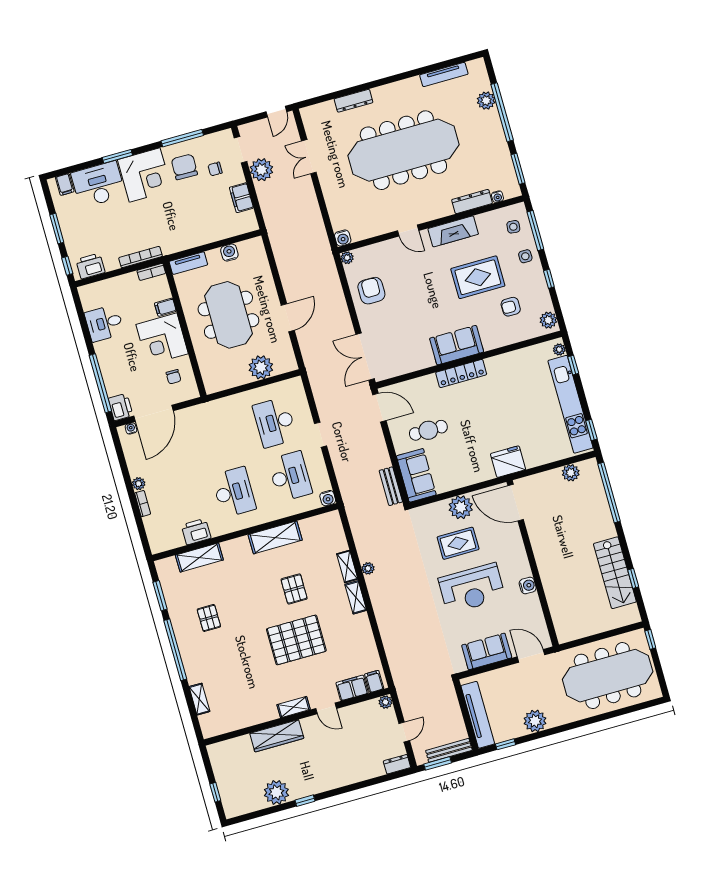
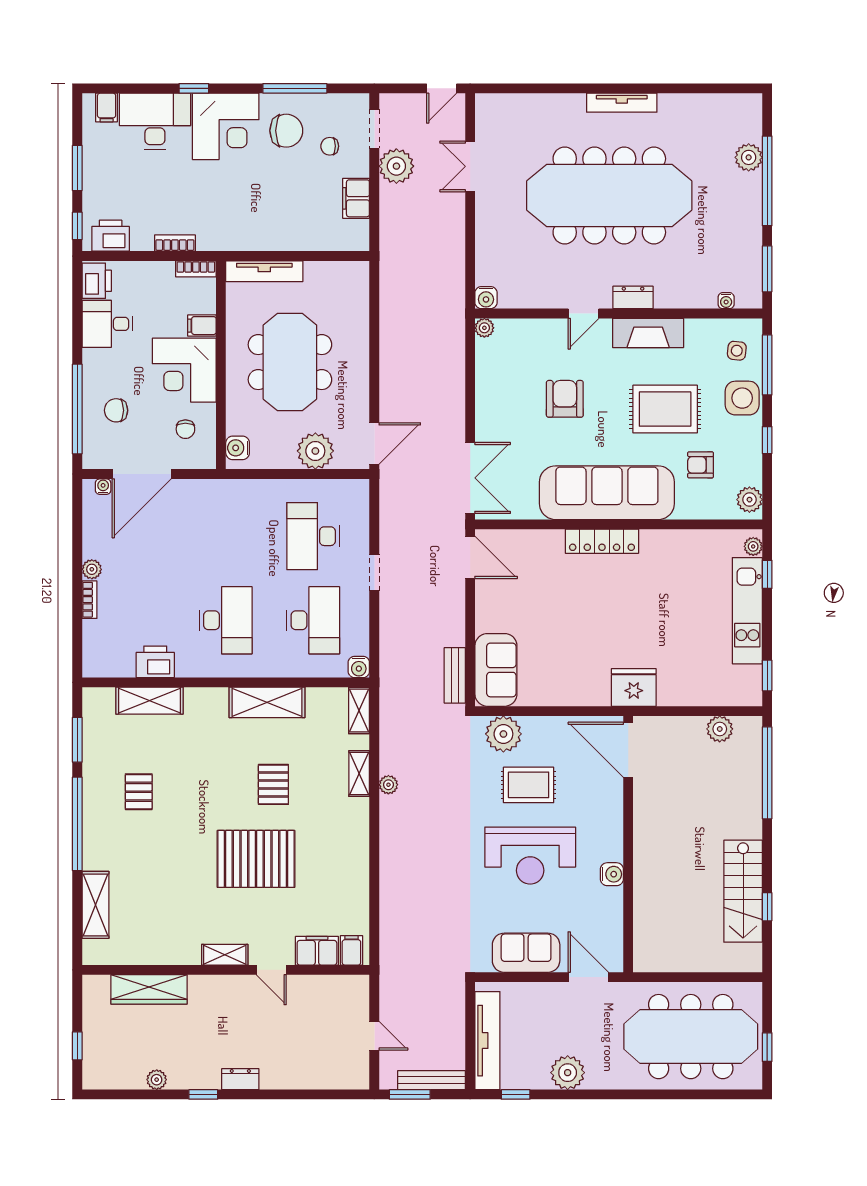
tv unit: (444, 74) -> (622, 103), moved
dresser: (353, 101) -> (557, 104), removed
window: (117, 156) -> (194, 88), width x0.67
chair: (184, 167) -> (286, 131), turned 89
dresser: (472, 202) -> (633, 297), moved, width x0.70
door: (408, 231) -> (584, 314), hinge flipped
water cooler: (229, 253) -> (238, 448), moved, turned -90
side table: (525, 256) -> (742, 398), width x1.87, depth x1.87
bookcase: (140, 257) -> (175, 243), width x0.64
tv unit: (188, 263) -> (264, 271), width x1.41
armchair: (371, 291) -> (565, 399), moved
door: (288, 318) -> (374, 444), moved
sofa: (457, 345) -> (607, 493), width x1.85, depth x1.27
double door: (365, 357) -> (470, 478), swing flipped
chair: (126, 377) -> (116, 410), added
kitchen unit: (571, 404) -> (747, 611), width x0.73
printer: (120, 407) -> (97, 281), moved
cafe table: (428, 430) -> (532, 610), removed
plant: (461, 507) -> (503, 734), moved
shelving: (356, 597) -> (359, 710), moved
window: (650, 639) -> (767, 1047), moved
shelving: (199, 699) -> (95, 905), width x1.50, depth x1.33
plant: (385, 702) -> (359, 985), removed
door: (404, 732) -> (374, 1036), hinge flipped
wardrobe: (277, 736) -> (149, 989), moved
dresser: (397, 764) -> (240, 1079), moved
plant: (276, 792) -> (157, 1080), width x0.53, depth x0.53

